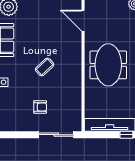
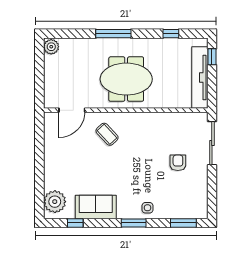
coffee table: (45, 67) -> (107, 134), moved

